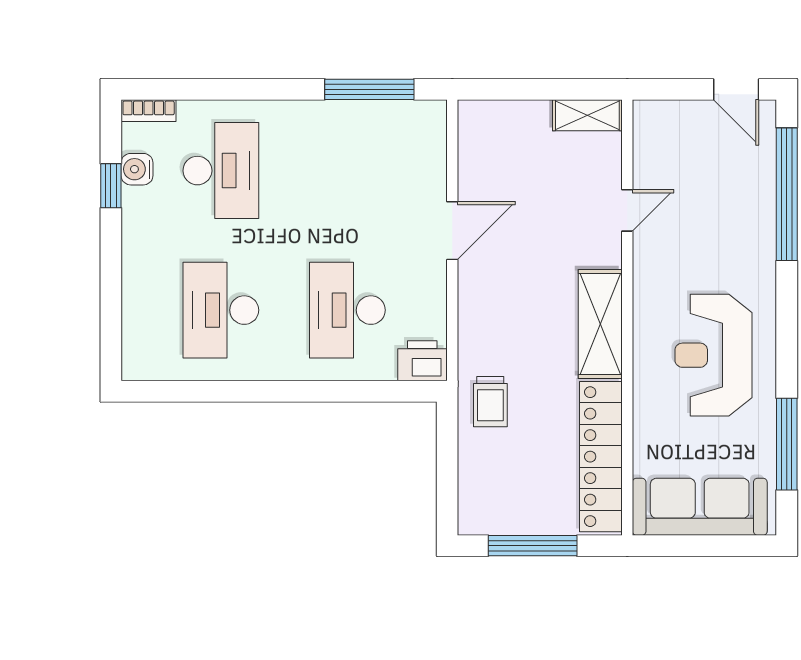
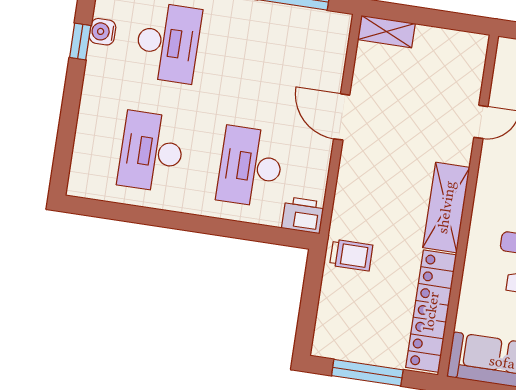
shelving: (587, 115) -> (386, 32), moved
door: (452, 231) -> (342, 117), swing flipped
trolley: (490, 402) -> (351, 255), turned -90

